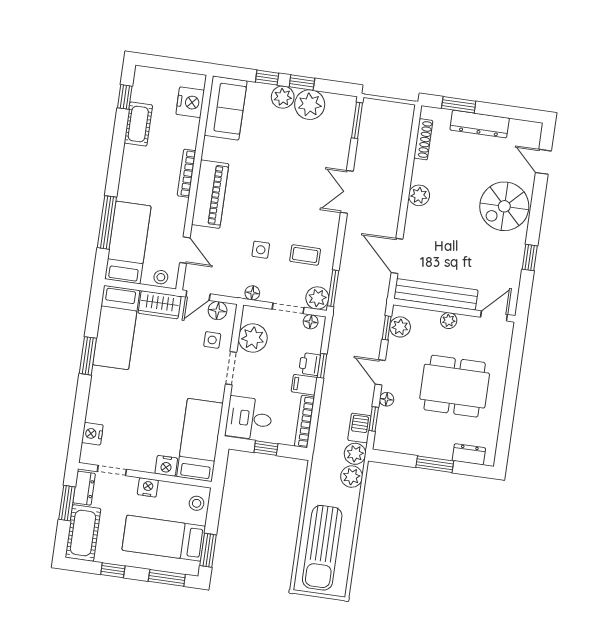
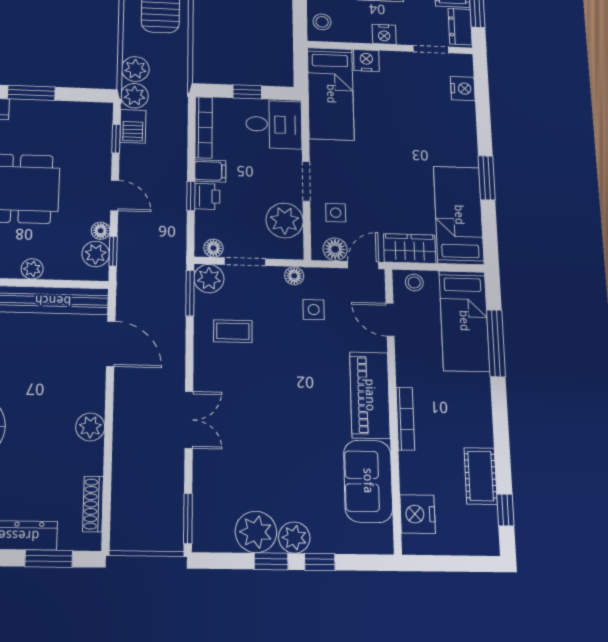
sofa: (226, 108) -> (368, 481), moved
side table: (261, 250) -> (314, 310), moved
floor lamp: (387, 399) -> (101, 231), moved

